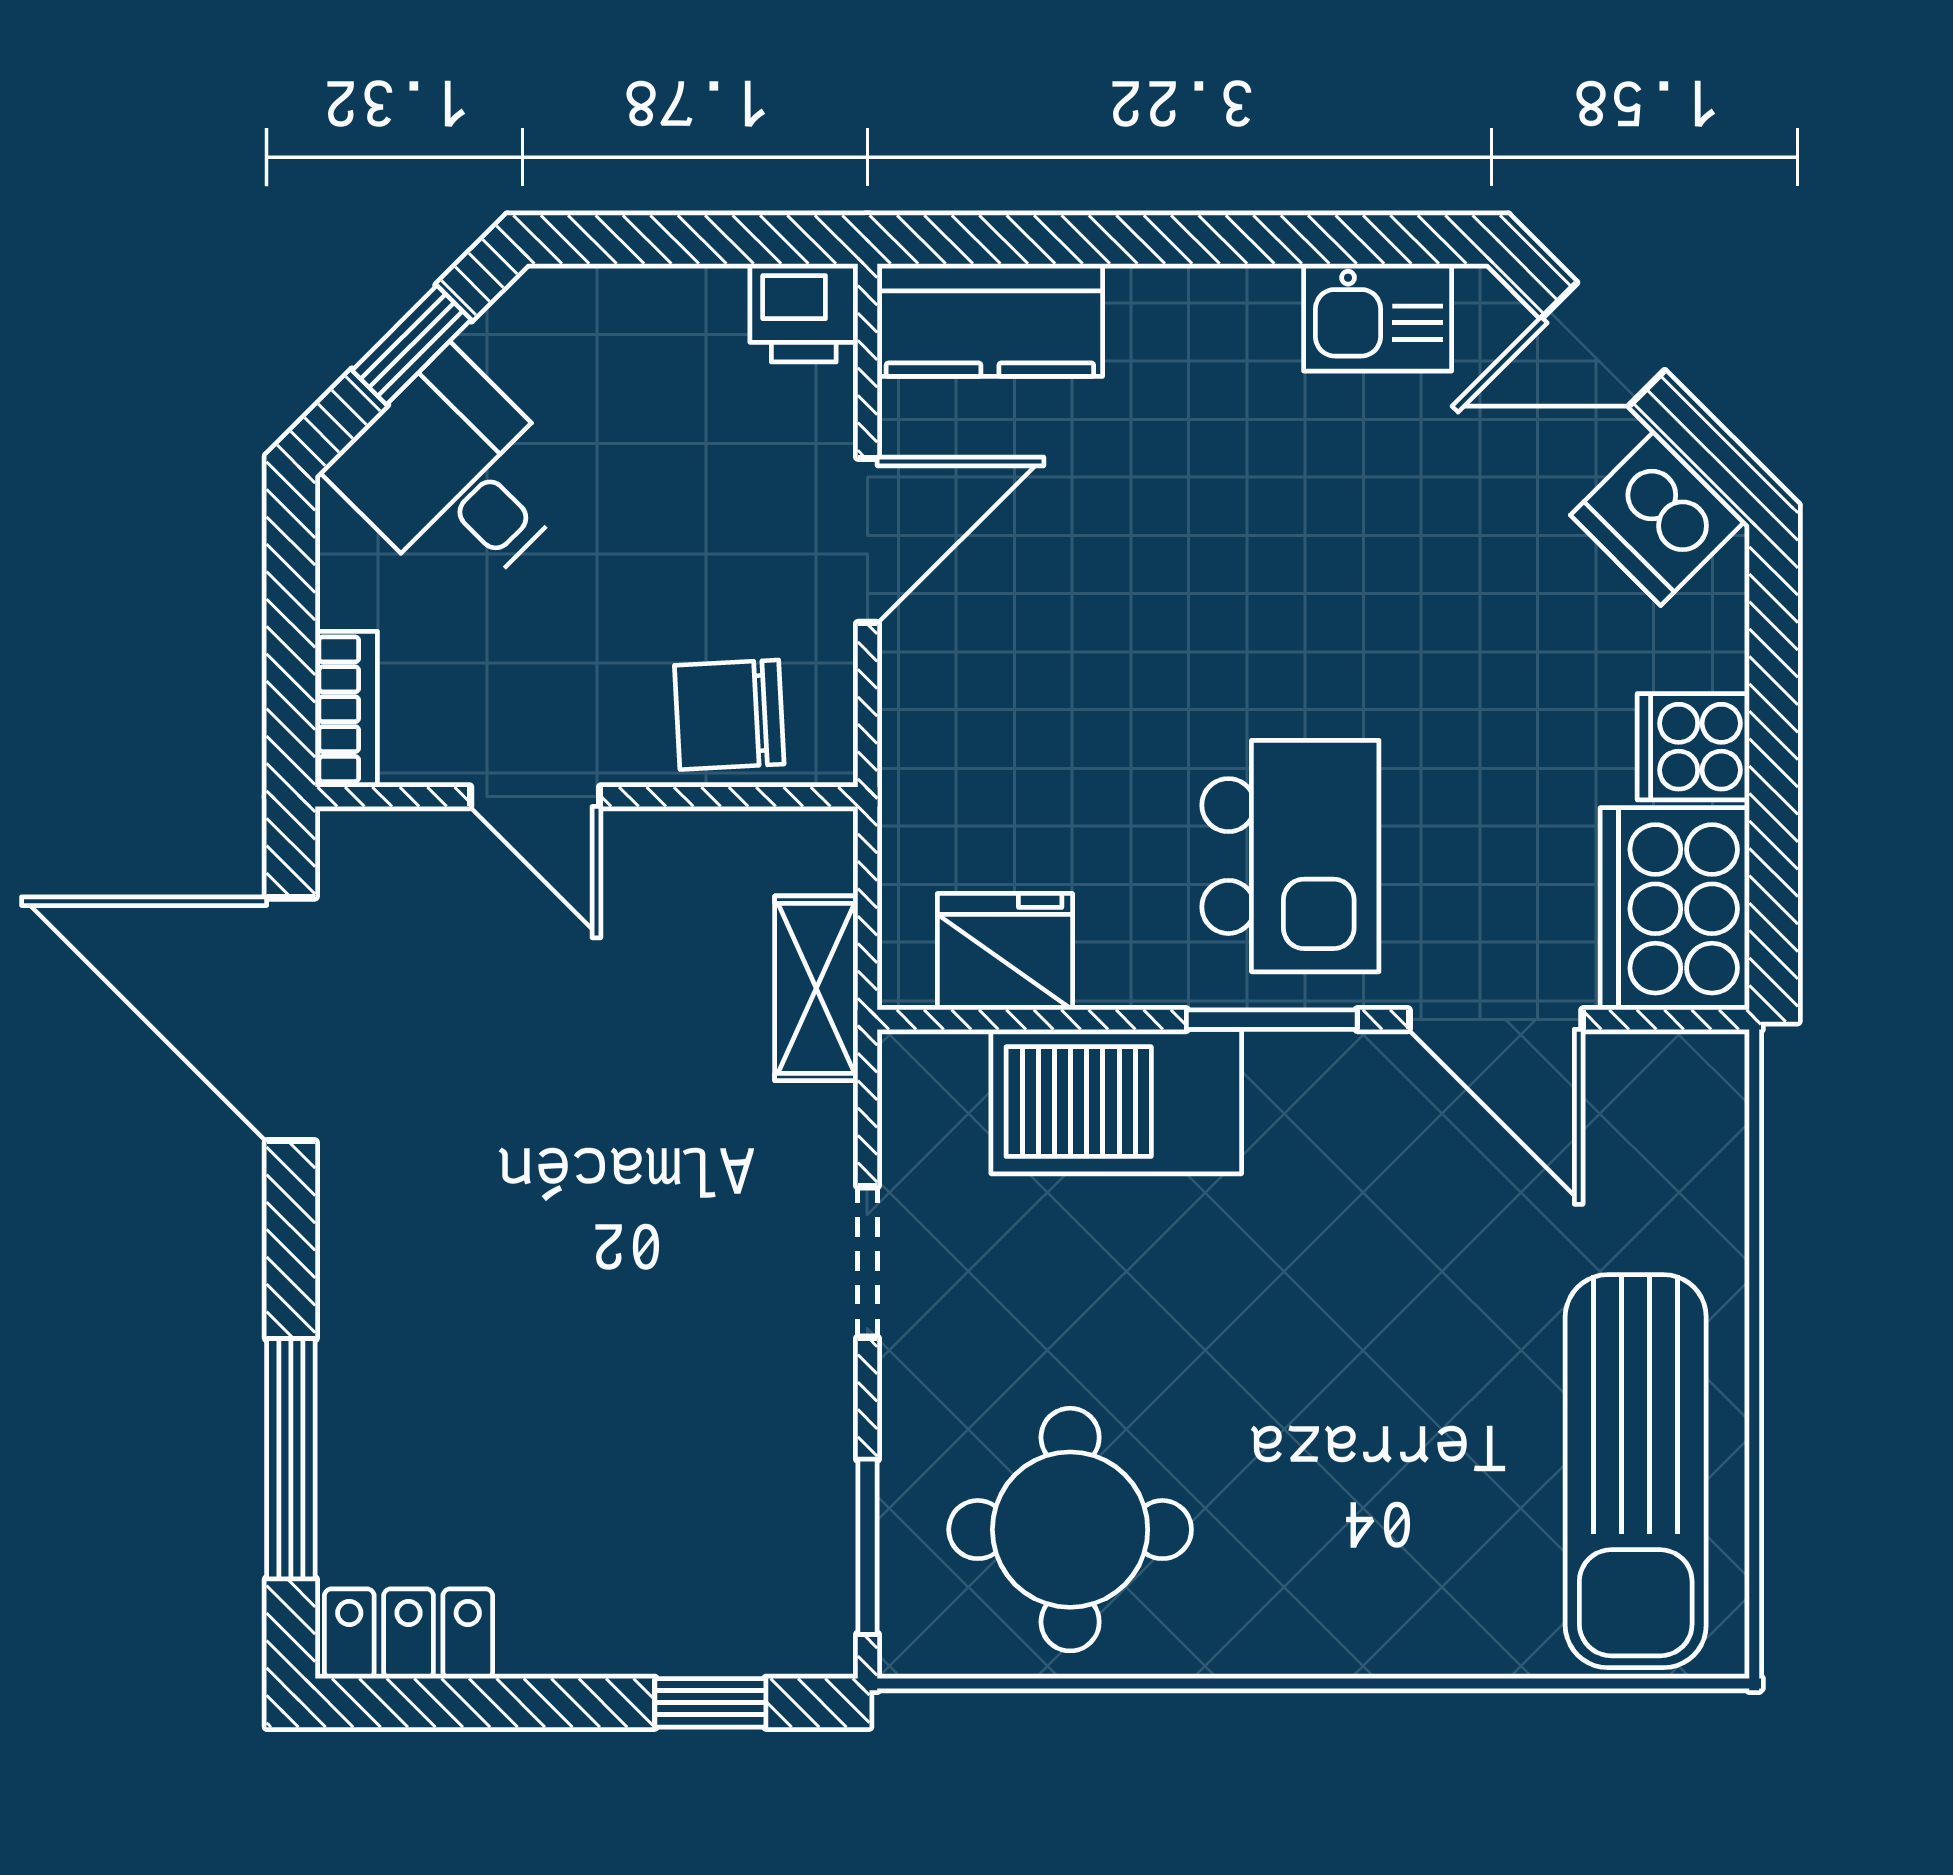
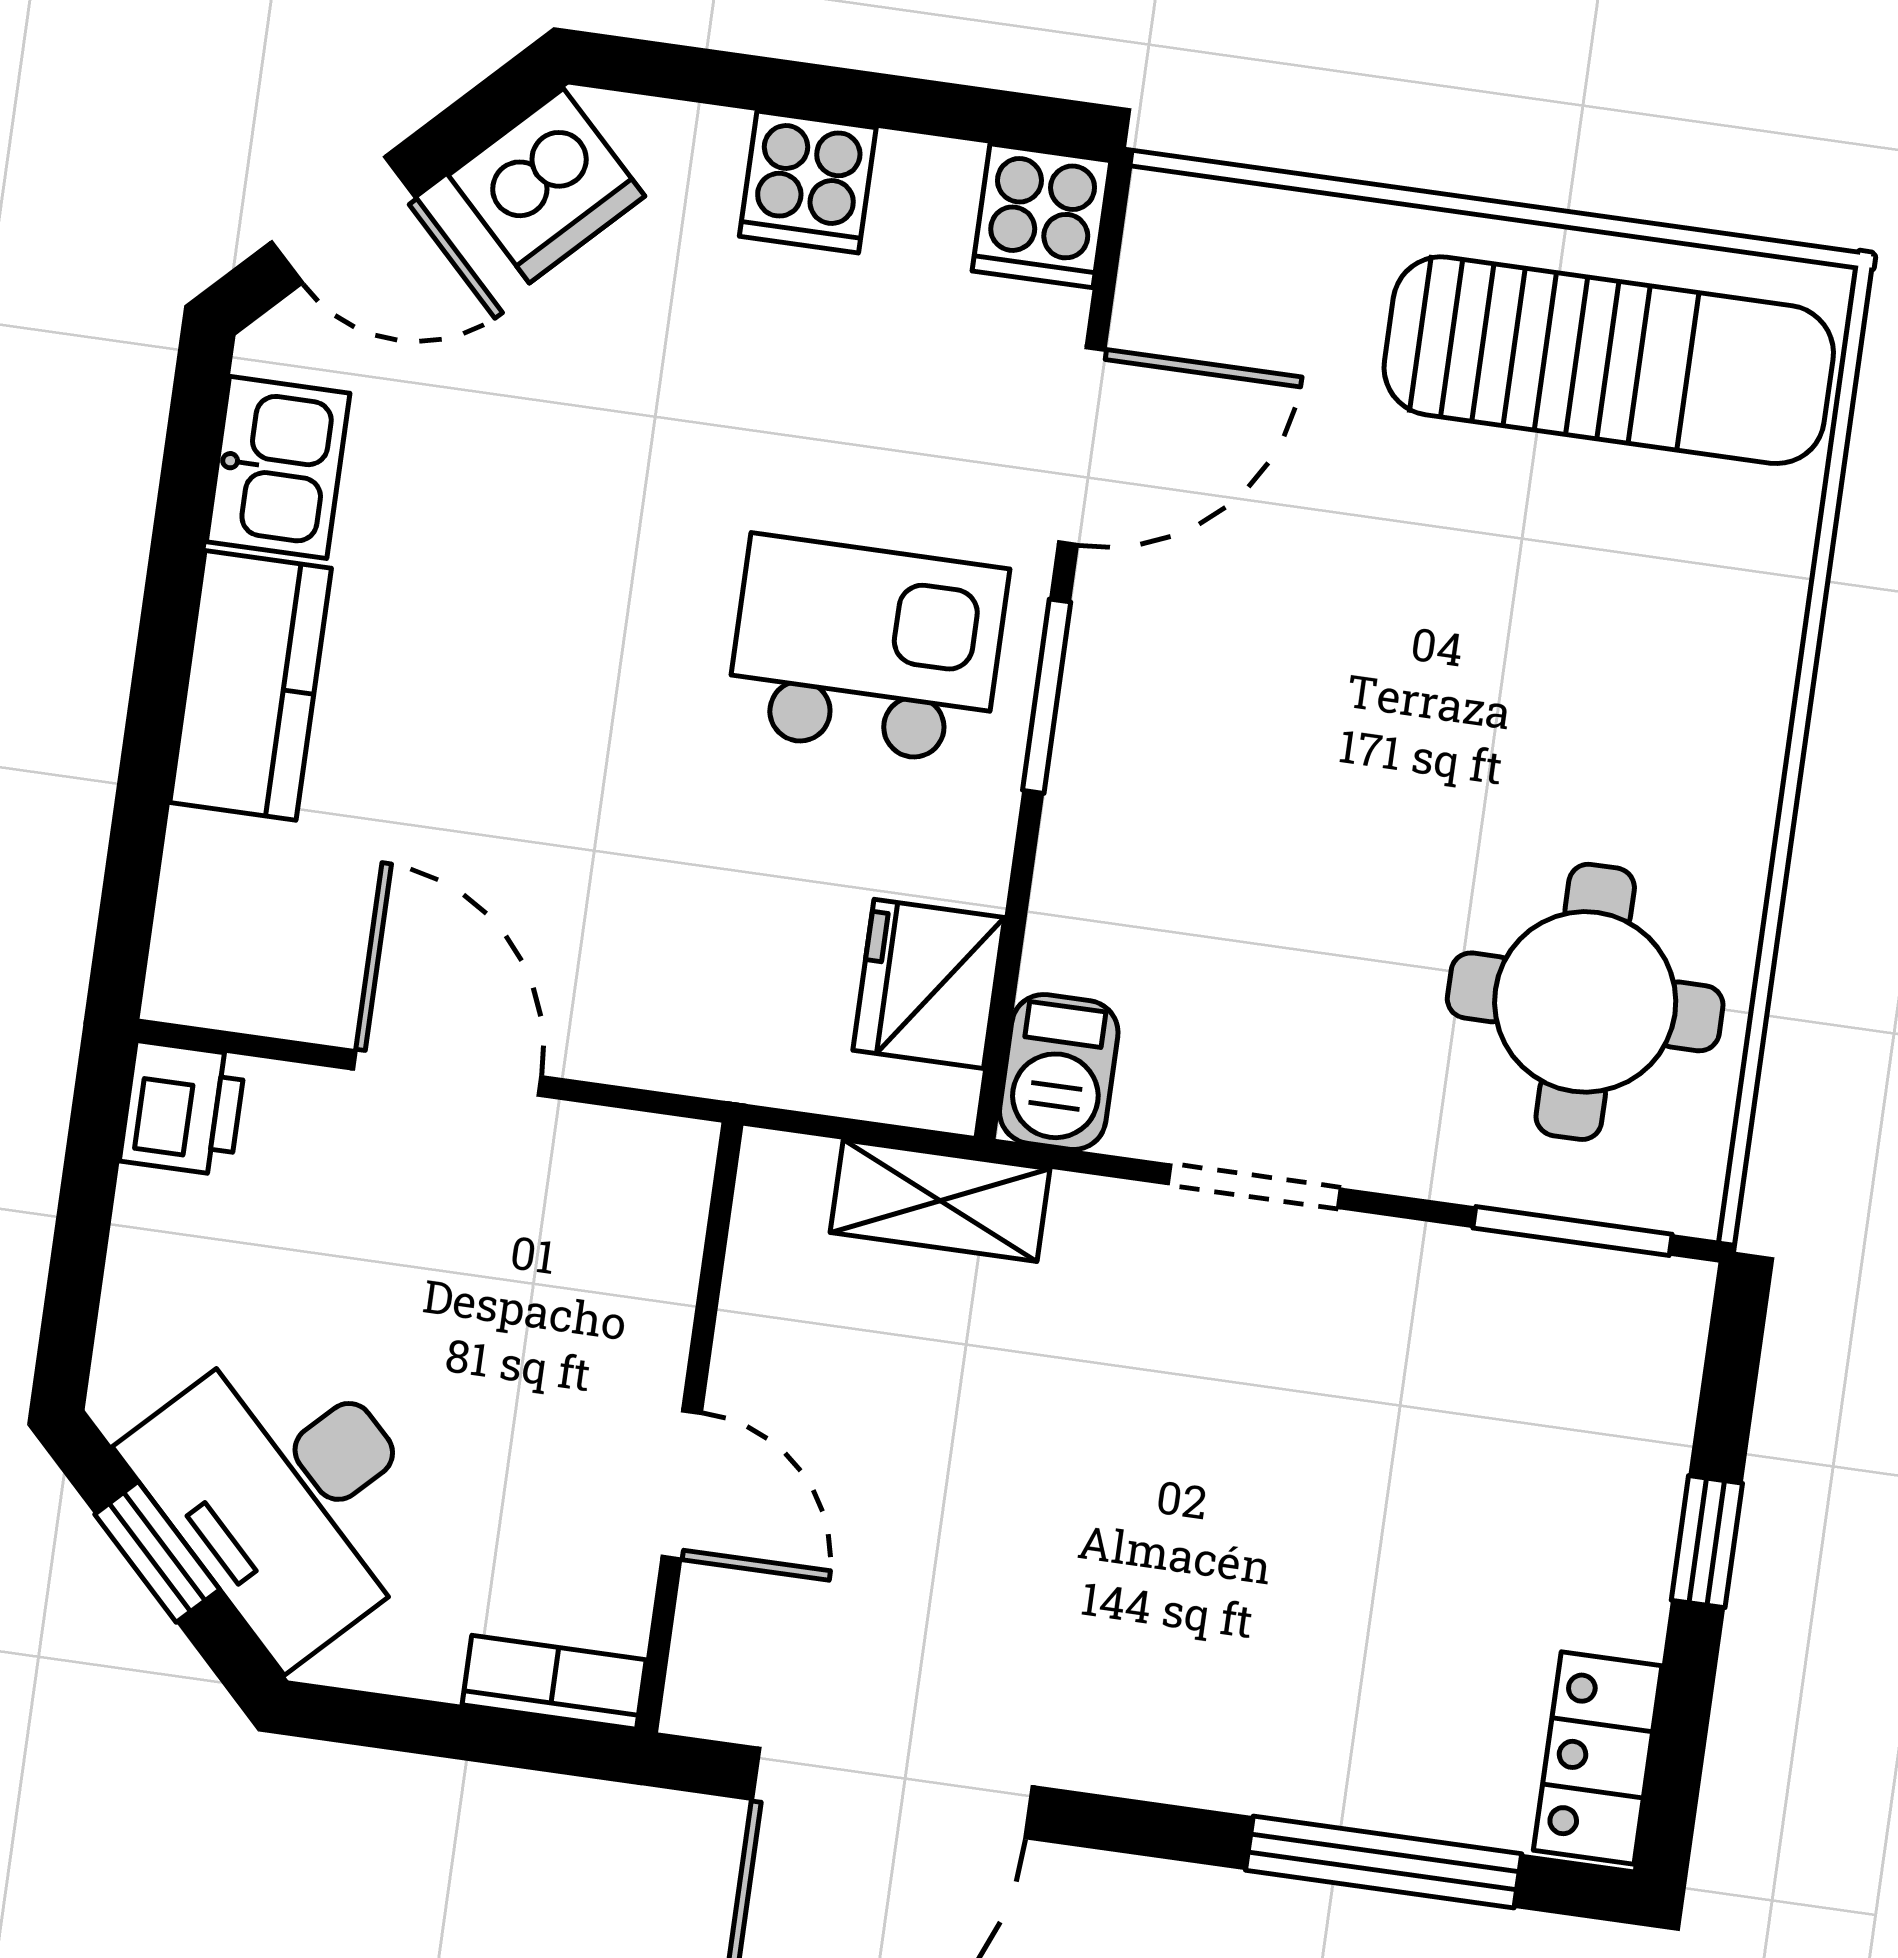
kitchen counter: (990, 320) -> (251, 685), moved
door: (1603, 344) -> (344, 220), hinge flipped
desk: (455, 477) -> (288, 1493), width x1.37
chair: (729, 715) -> (620, 1255), removed
door: (535, 797) -> (682, 1485), hinge flipped
cooker: (1675, 909) -> (1042, 216), width x0.53, depth x0.76
barbecue: (1116, 1102) -> (1059, 1072), moved, width x0.53, depth x0.65
window: (710, 1703) -> (1707, 1542), moved

